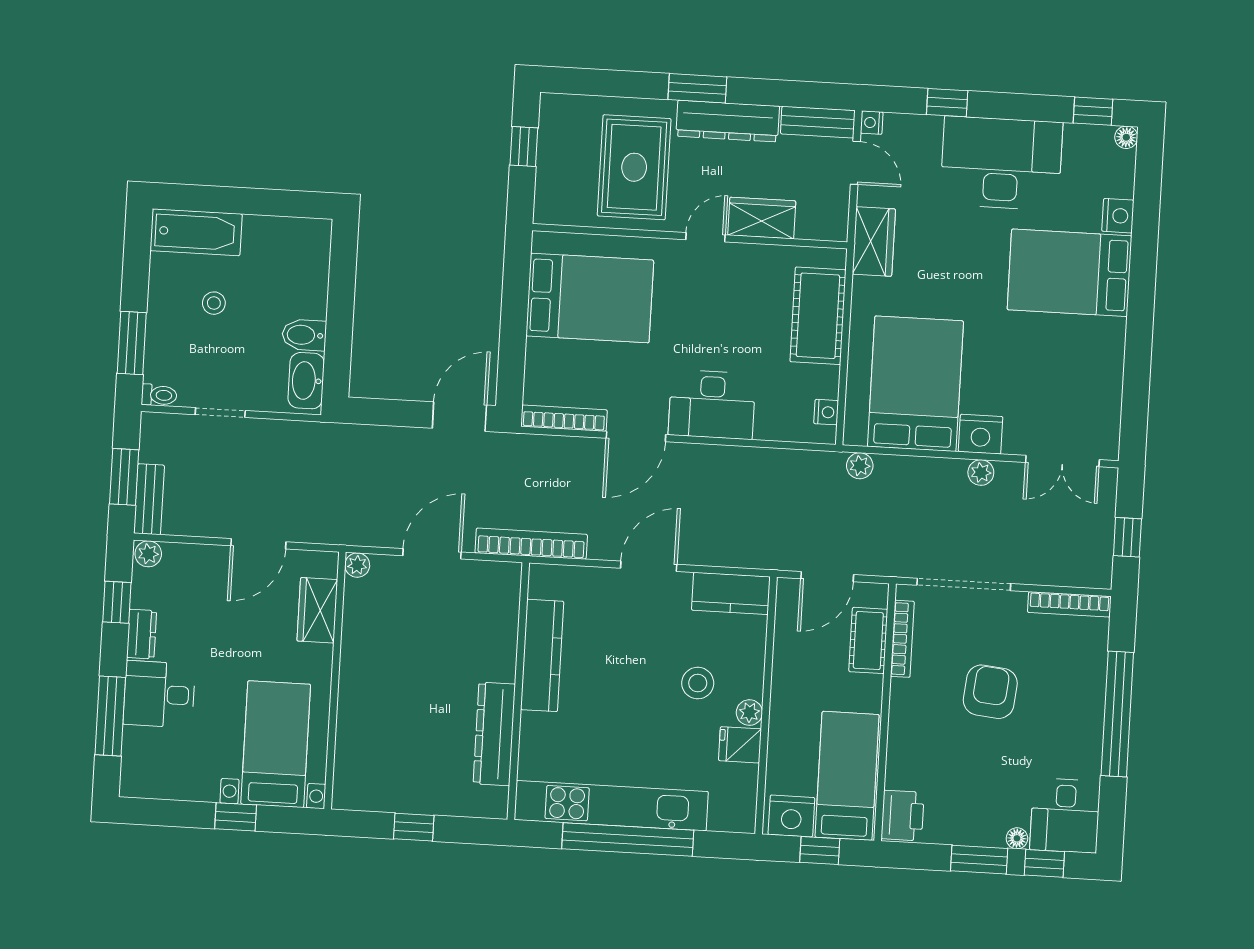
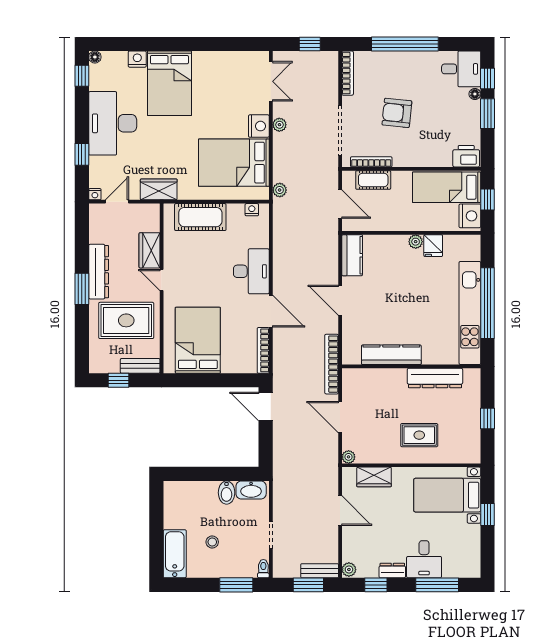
bench: (818, 122) -> (140, 366), moved, turned 90
stool: (698, 683) -> (401, 270), removed
rug: (390, 699) -> (419, 435), added

